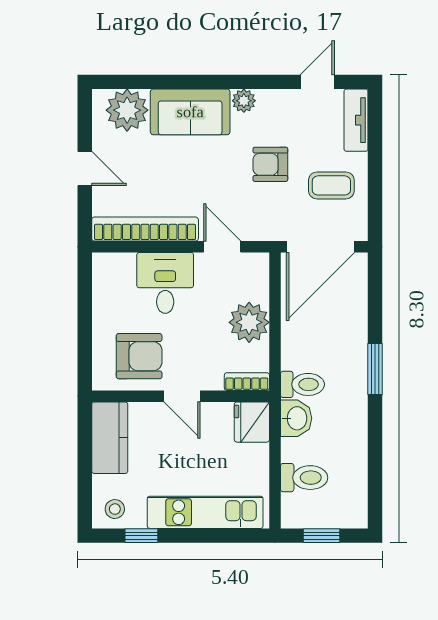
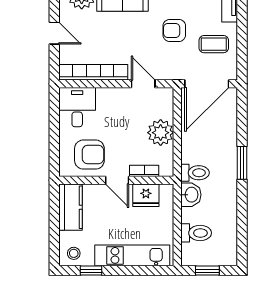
desk: (165, 283) -> (77, 107), moved
bookcase: (247, 382) -> (144, 171), moved
fridge: (252, 422) -> (146, 195), moved, turned -90

